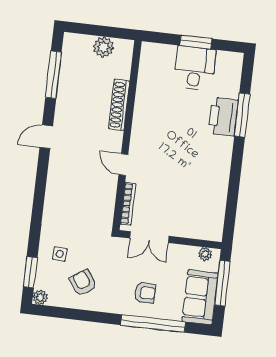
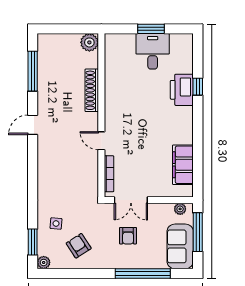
plant: (103, 47) -> (89, 42), moved
window: (242, 115) -> (198, 87), width x0.46
filing cabinet: (214, 203) -> (183, 165), added
armchair: (145, 293) -> (128, 236), moved, turned 90

